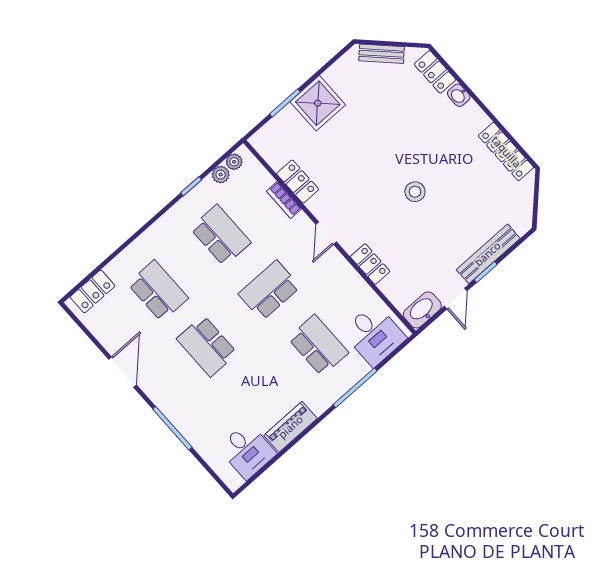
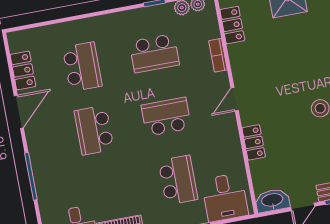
locker: (298, 182) -> (232, 25), moved
school desk: (221, 235) -> (154, 53), turned 90
locker: (93, 291) -> (23, 70), moved, turned -90

